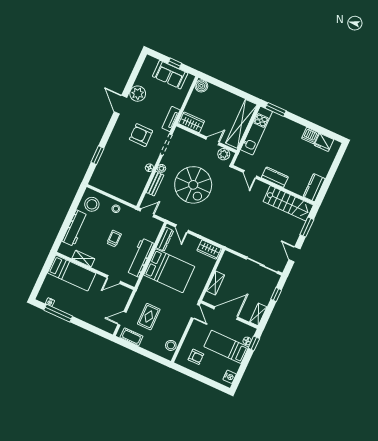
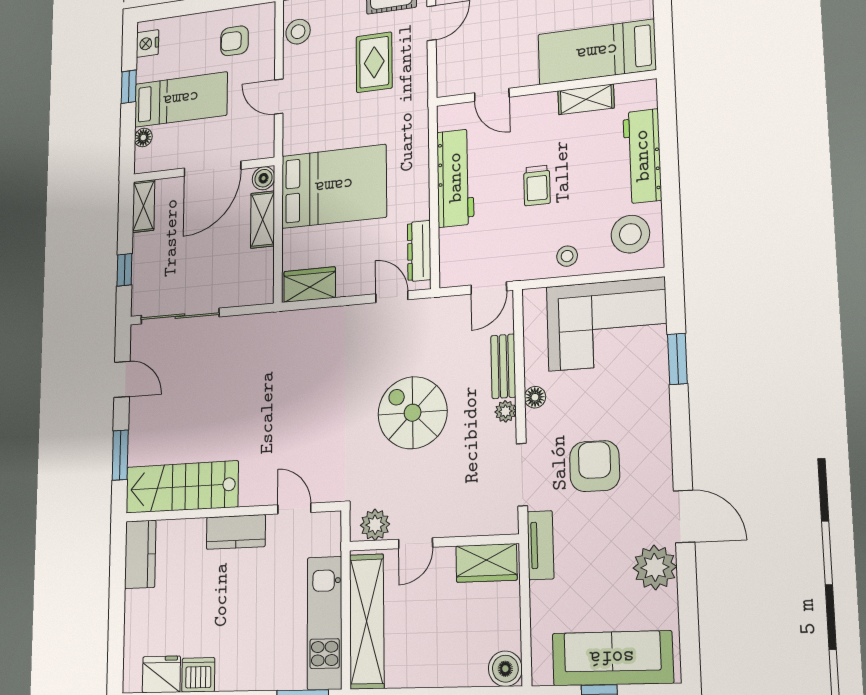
sofa: (170, 75) -> (612, 658), width x1.36
armchair: (141, 135) -> (595, 466), turned -90
corner sofa: (114, 179) -> (607, 324), added
spiral stairs: (193, 185) -> (412, 413), width x0.73, depth x0.73
bed: (169, 271) -> (334, 186), moved, turned 180
door: (114, 279) -> (492, 95), swing flipped
boiler: (208, 298) -> (263, 178), added
door: (195, 312) -> (279, 97), moved
window: (254, 343) -> (129, 87), moved

